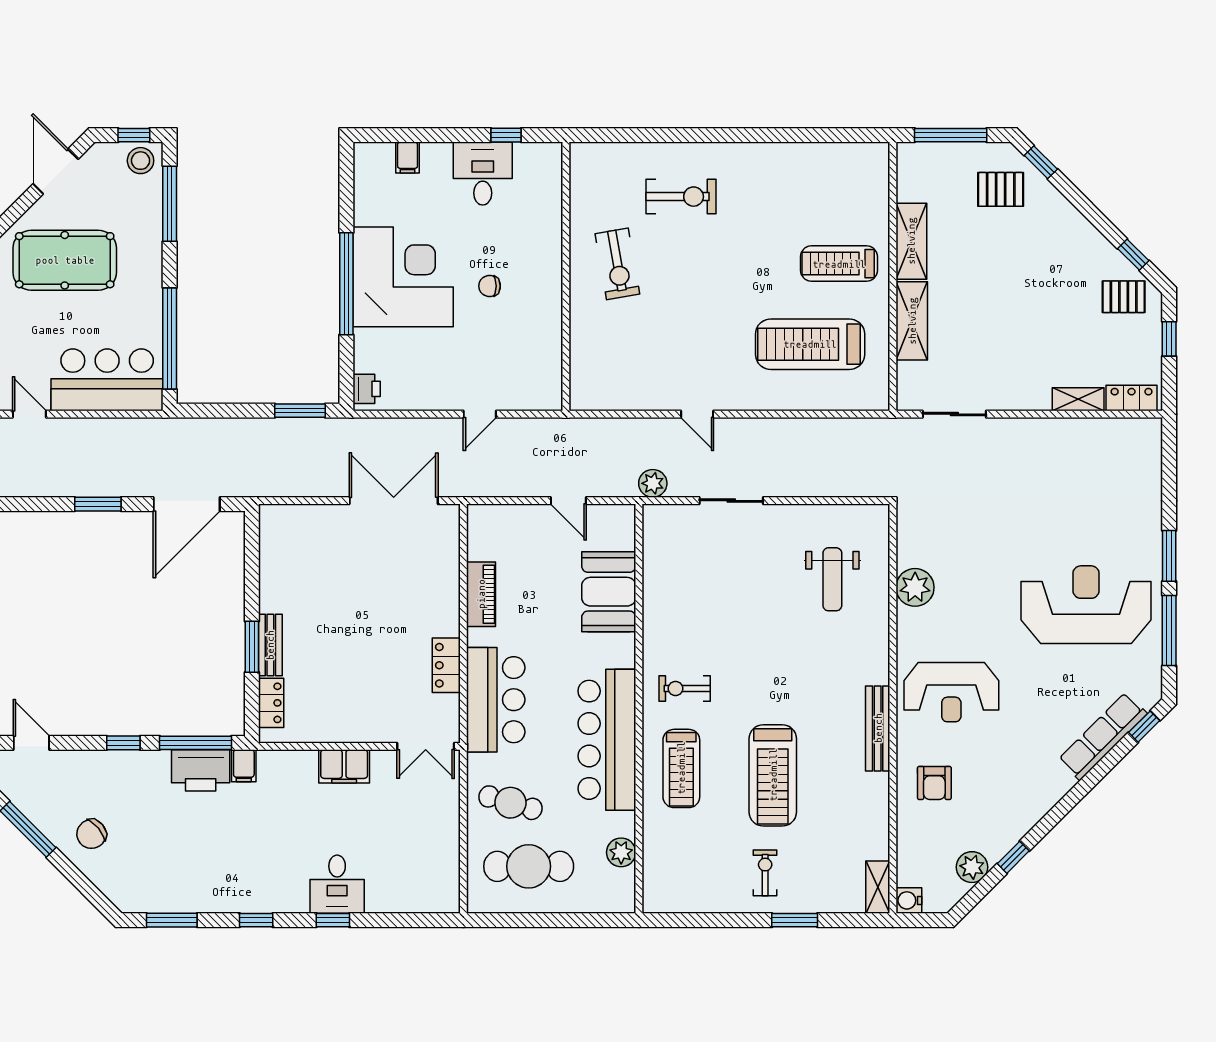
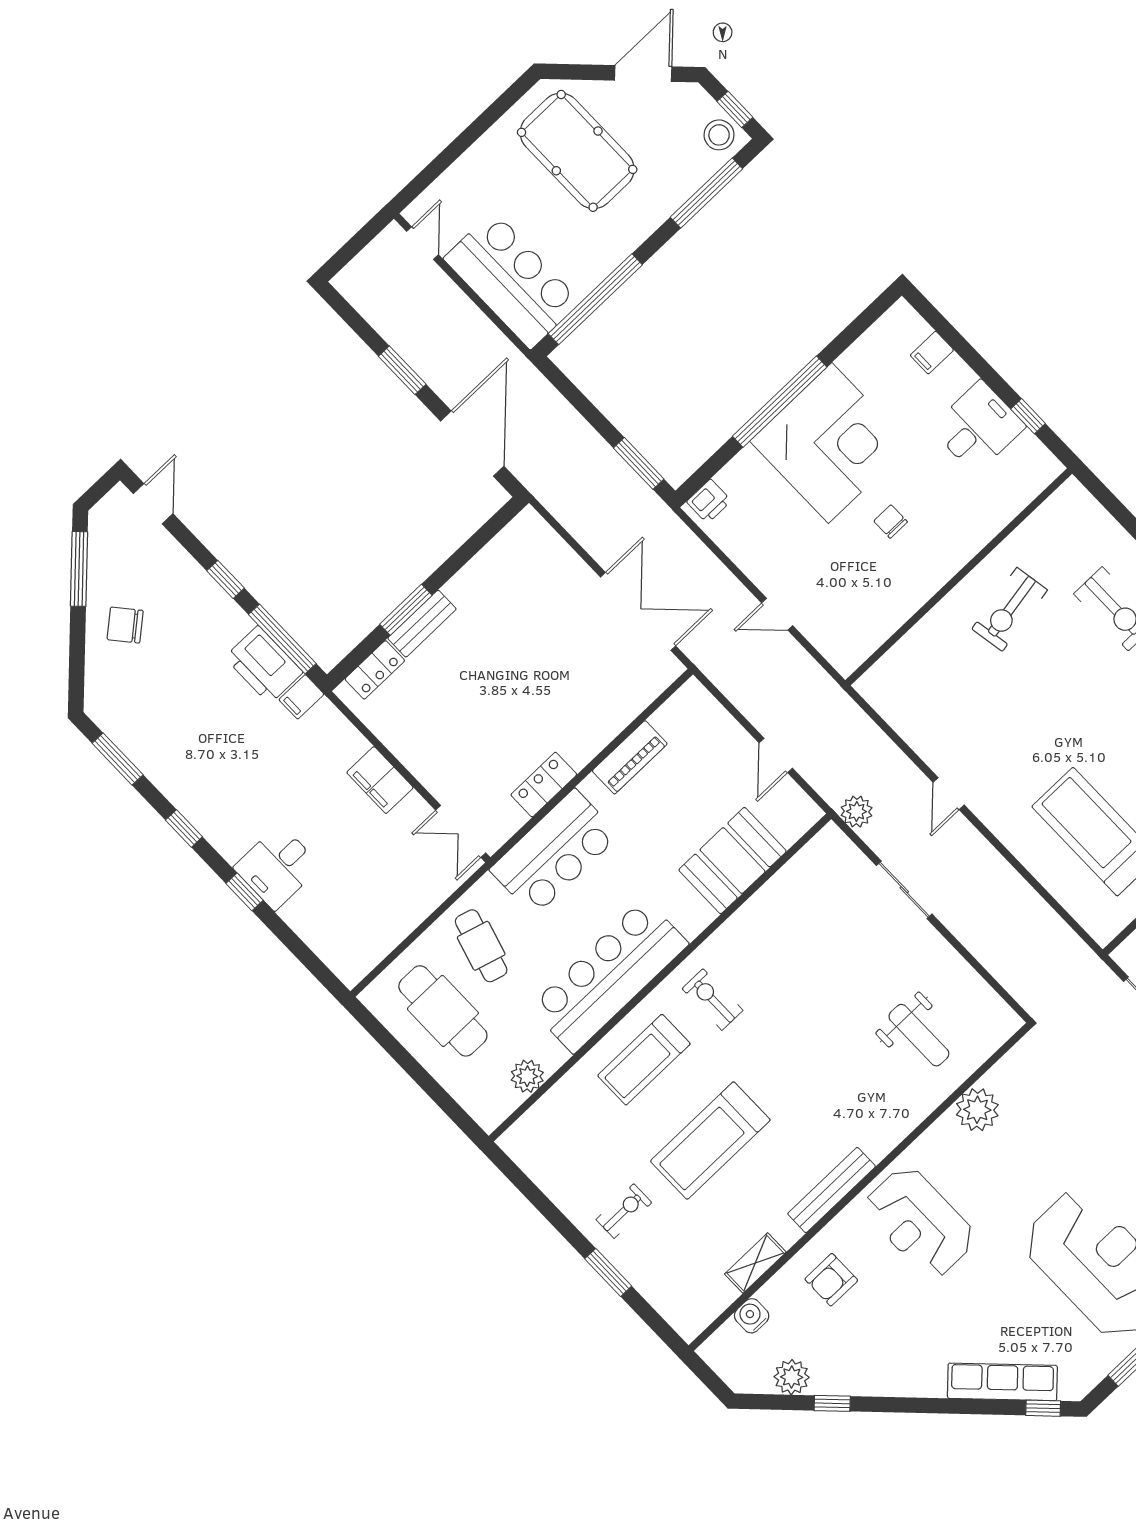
door: (187, 504) -> (472, 444), swing flipped
weight bench: (832, 579) -> (919, 1035), turned -90
shelving: (878, 887) -> (755, 1263), moved
water cooler: (909, 900) -> (752, 1316), moved

